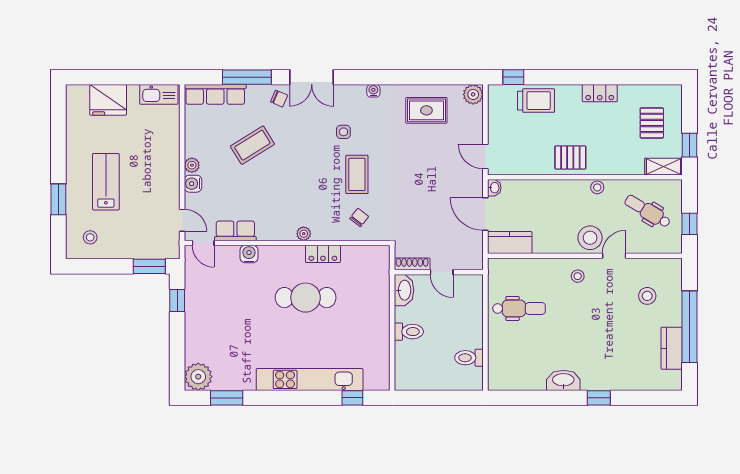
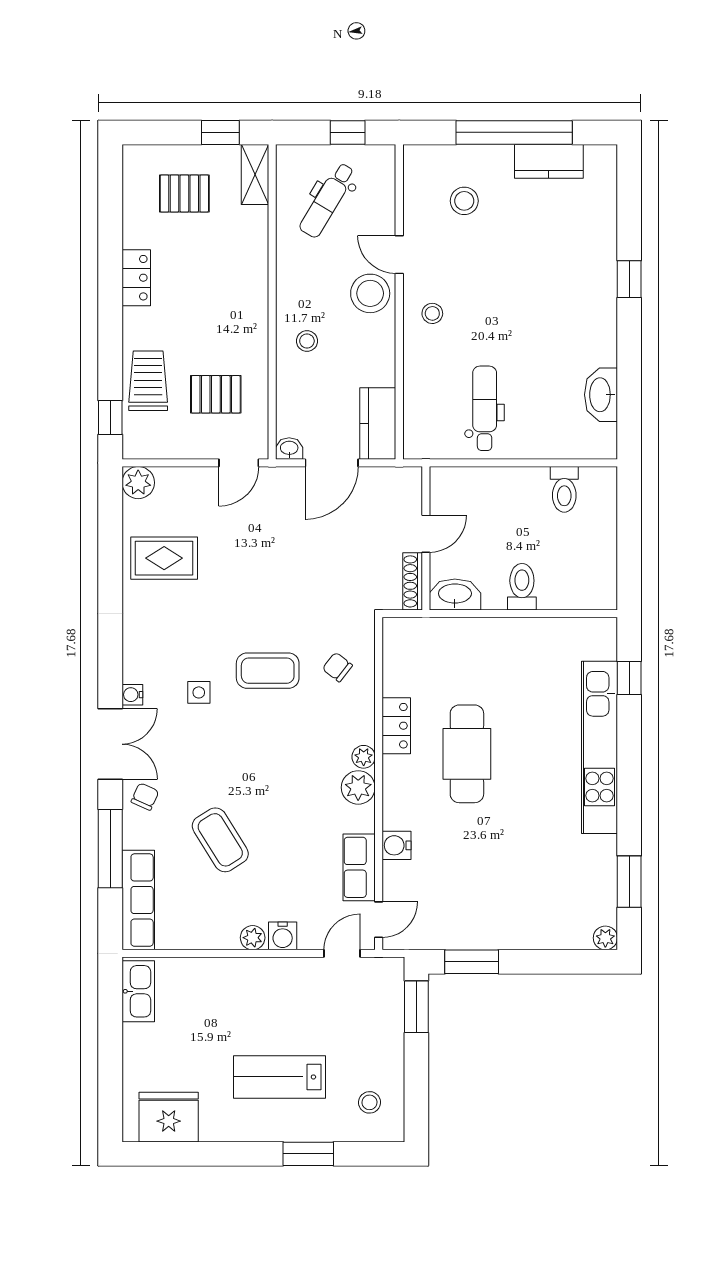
water cooler: (373, 91) -> (132, 695), moved
fridge: (108, 100) -> (169, 1117), moved, turned -90
rug: (426, 110) -> (164, 558), turned 90
pallet: (570, 157) -> (216, 394), moved, turned 90
stool: (597, 187) -> (307, 341), moved
plant: (285, 230) -> (358, 787), added
window: (177, 300) -> (472, 962), width x1.50
plant: (198, 377) -> (605, 938), width x0.53, depth x0.53
washbasin: (563, 380) -> (601, 395), moved

